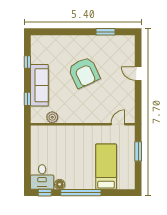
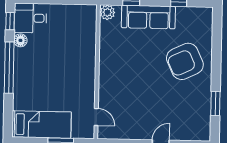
armchair: (84, 72) -> (185, 61), moved
plant: (52, 117) -> (107, 12), moved
bed: (106, 167) -> (41, 124), moved

